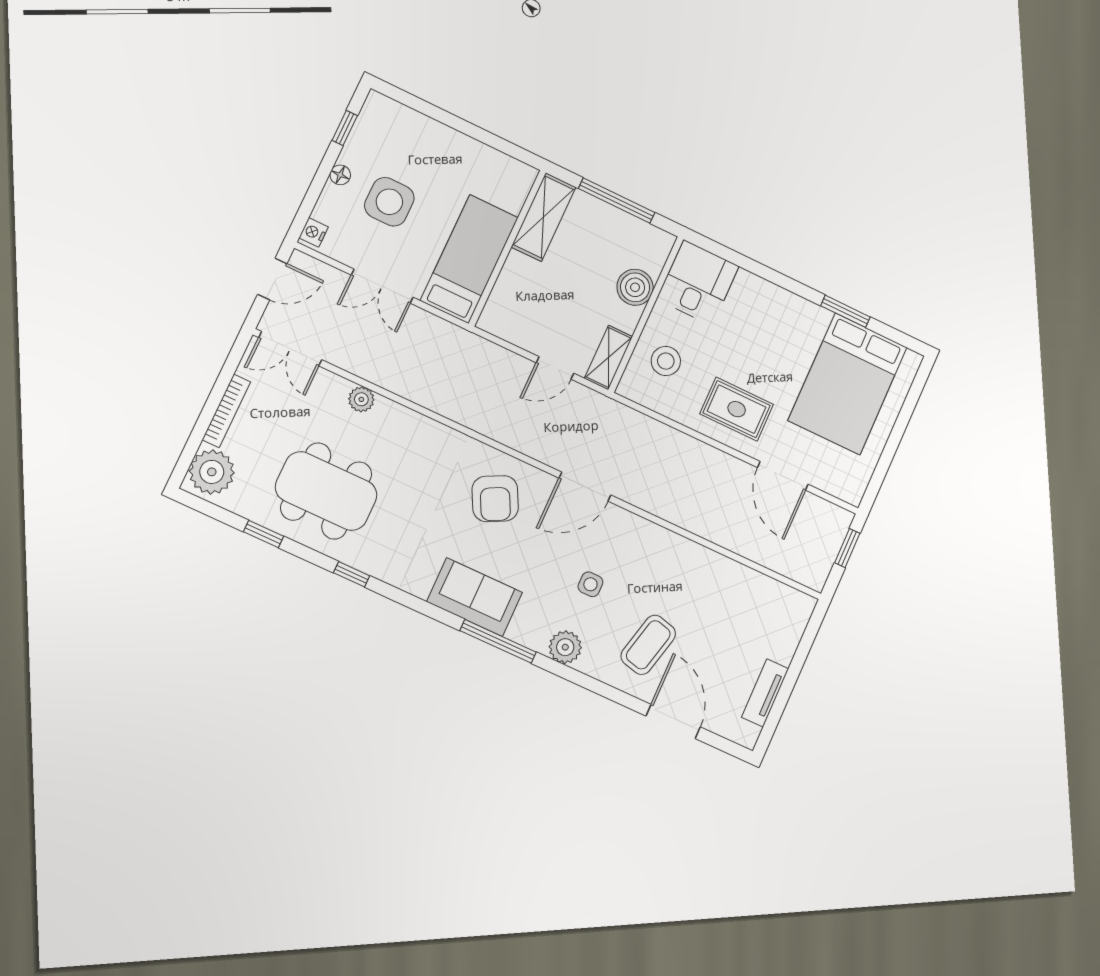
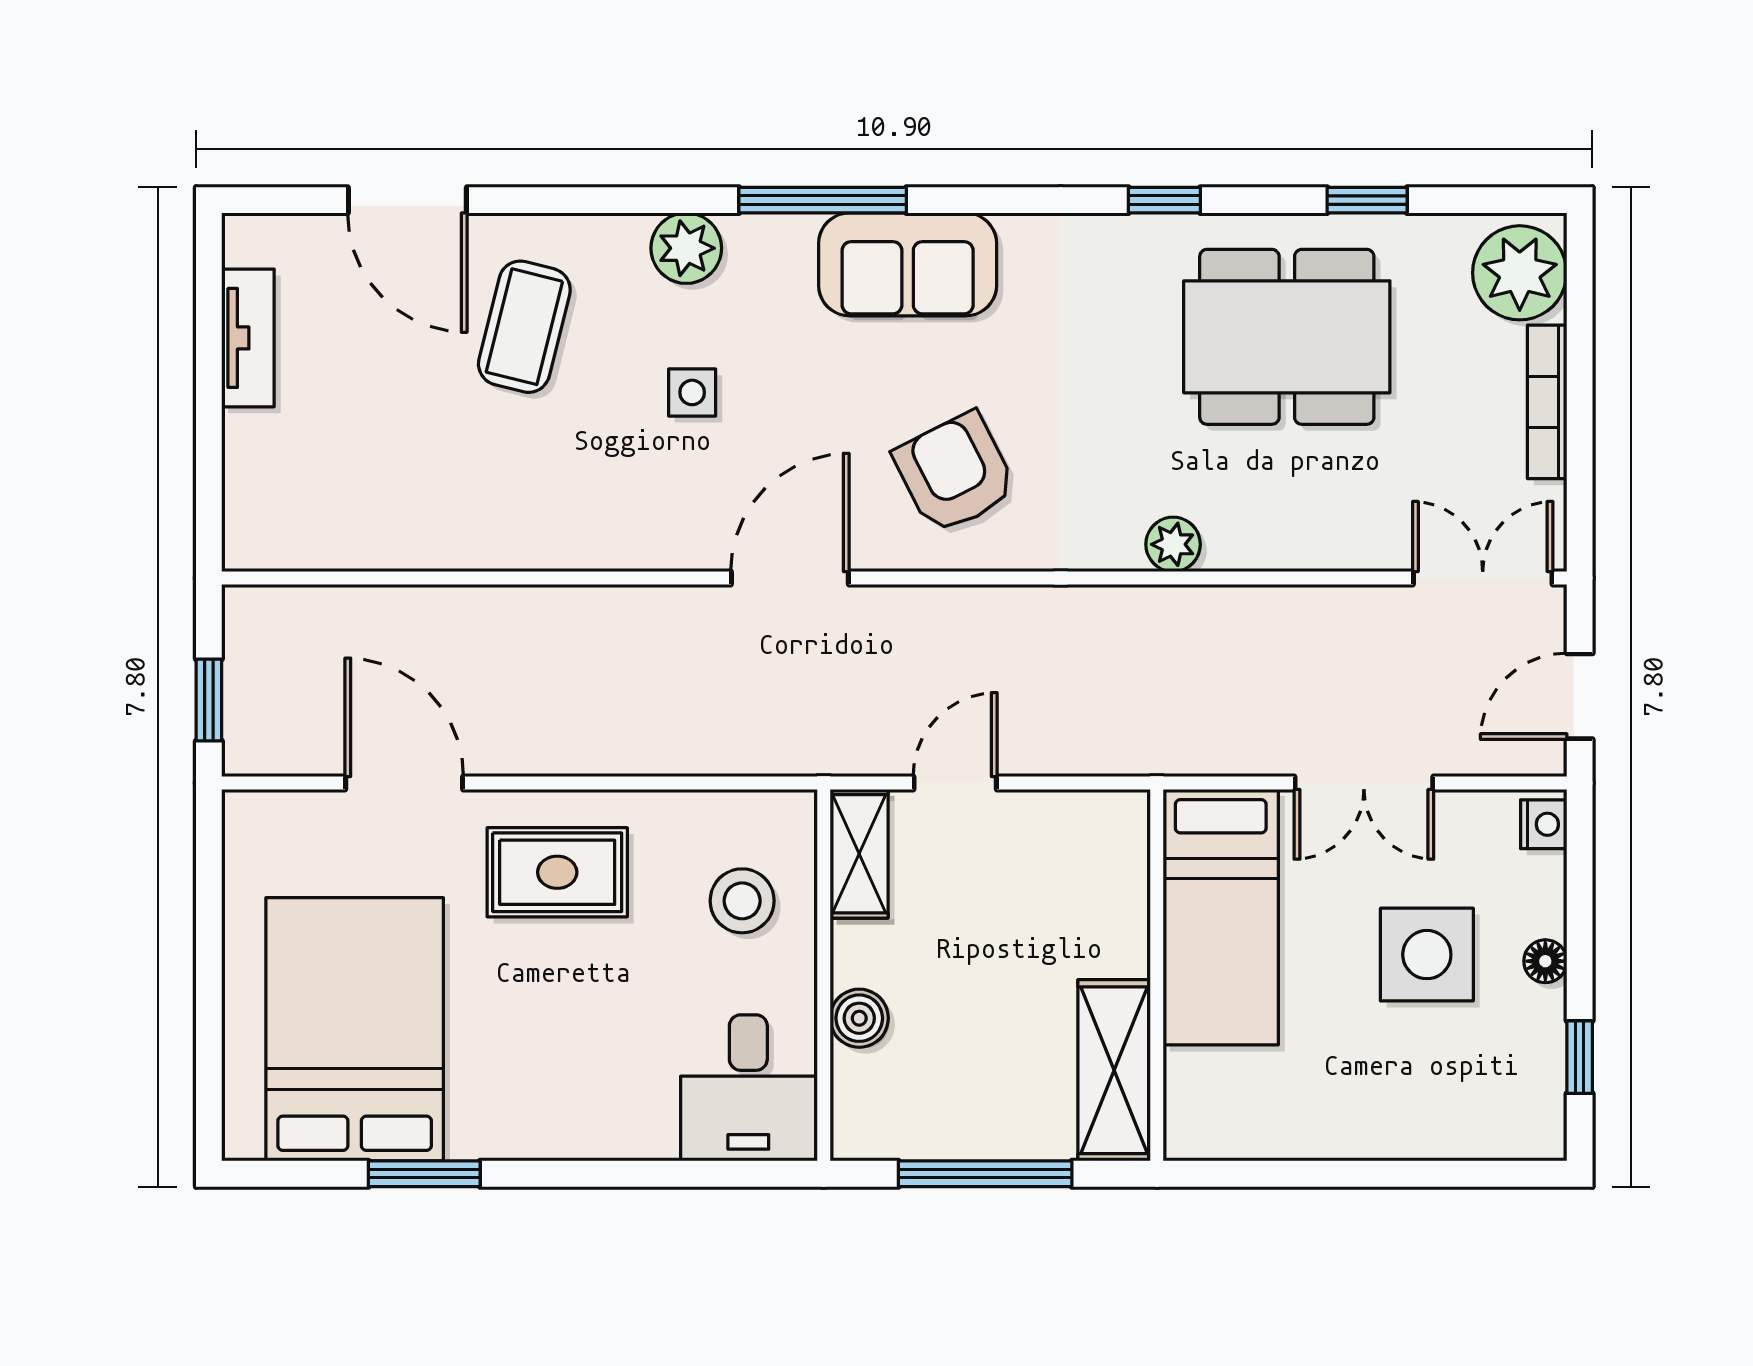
double door: (382, 286) -> (1364, 783), swing flipped
boiler: (635, 287) -> (859, 1018), width x0.73, depth x0.73
plant: (361, 399) -> (1173, 544), moved

